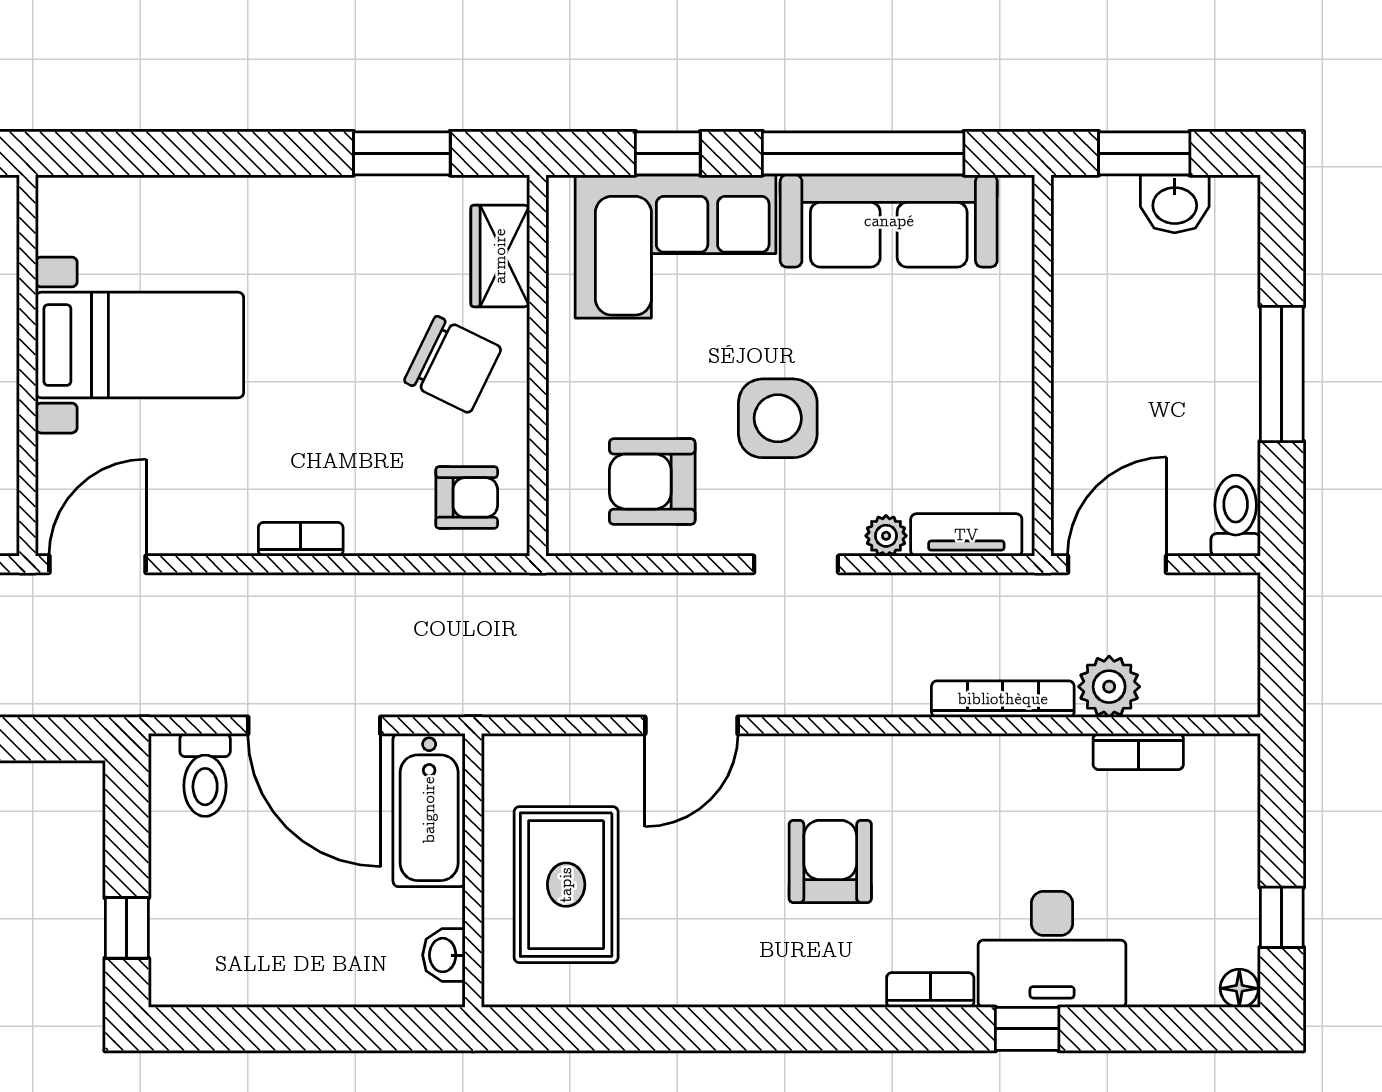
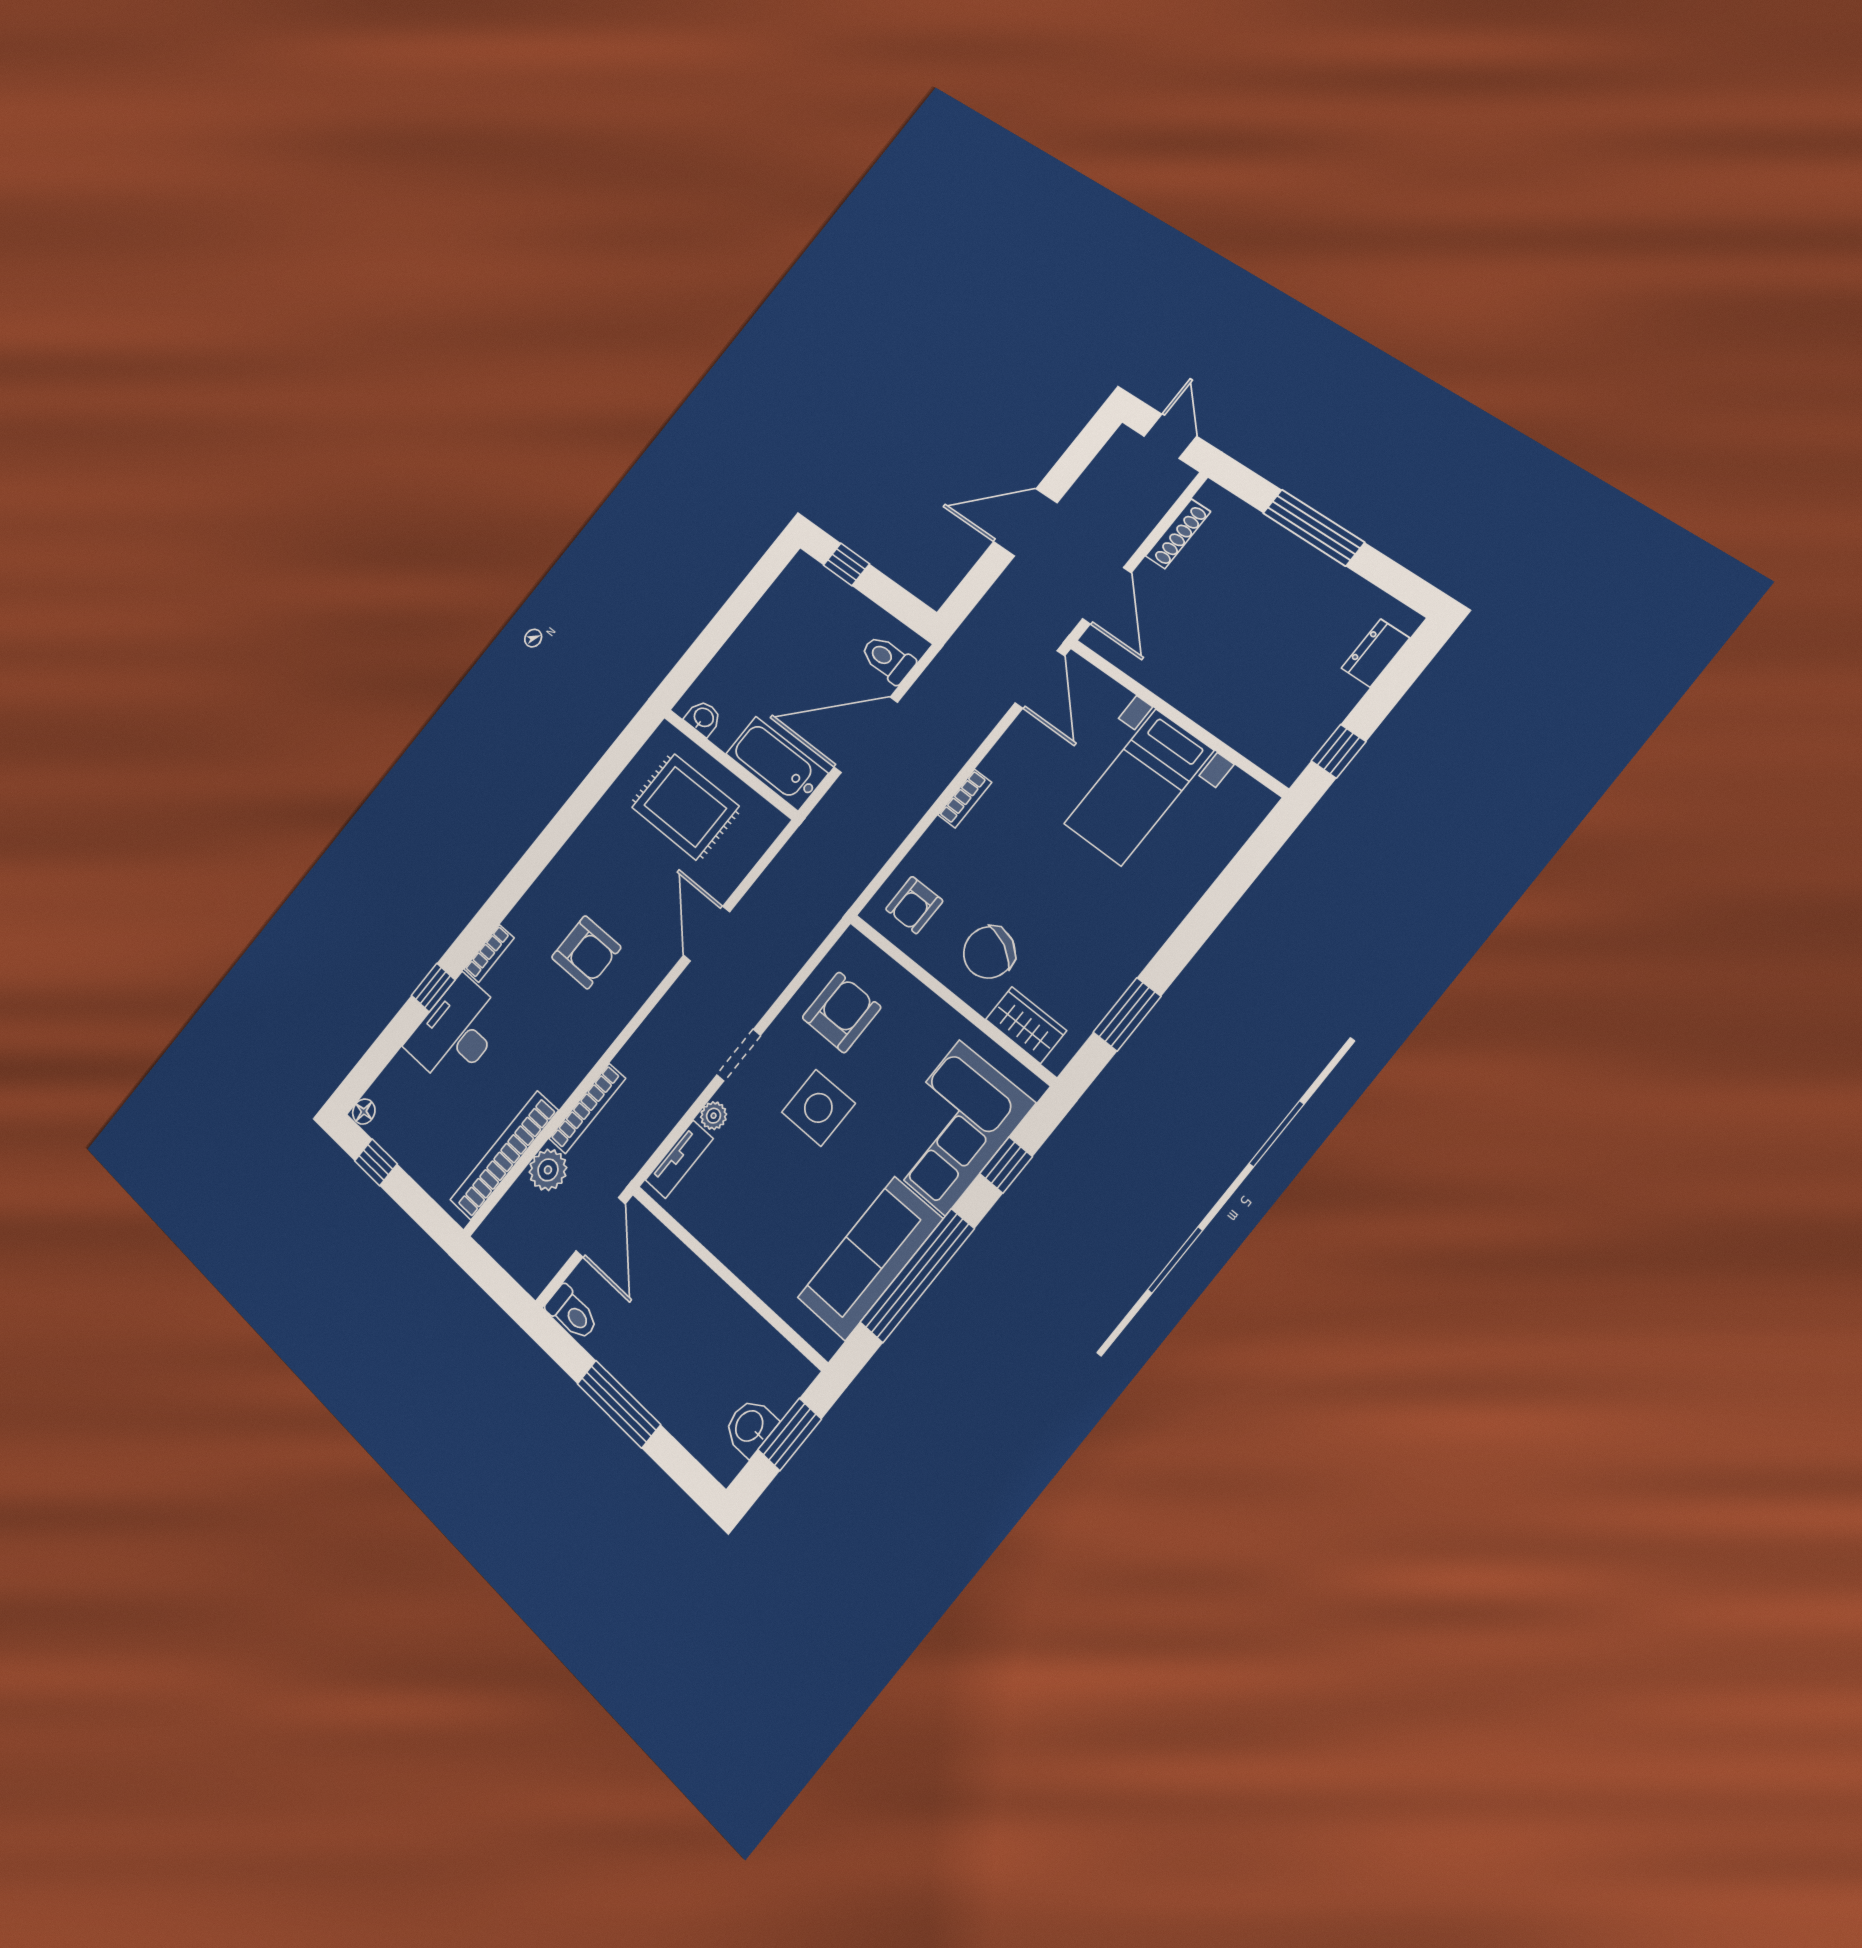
bookcase: (1138, 752) -> (504, 1155), width x2.31, depth x1.31

